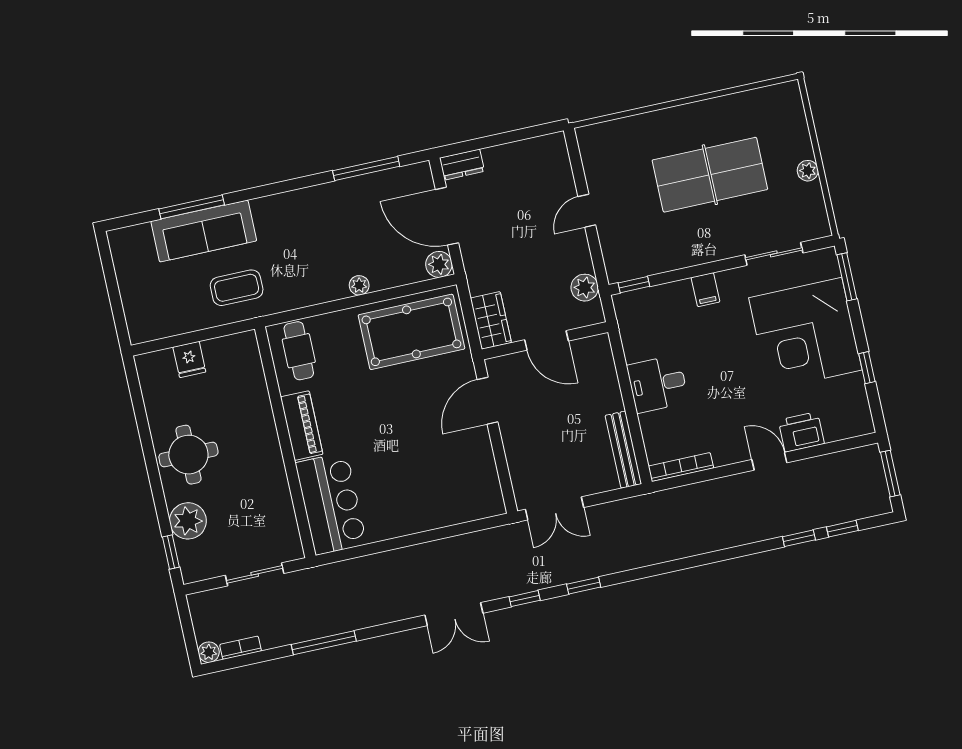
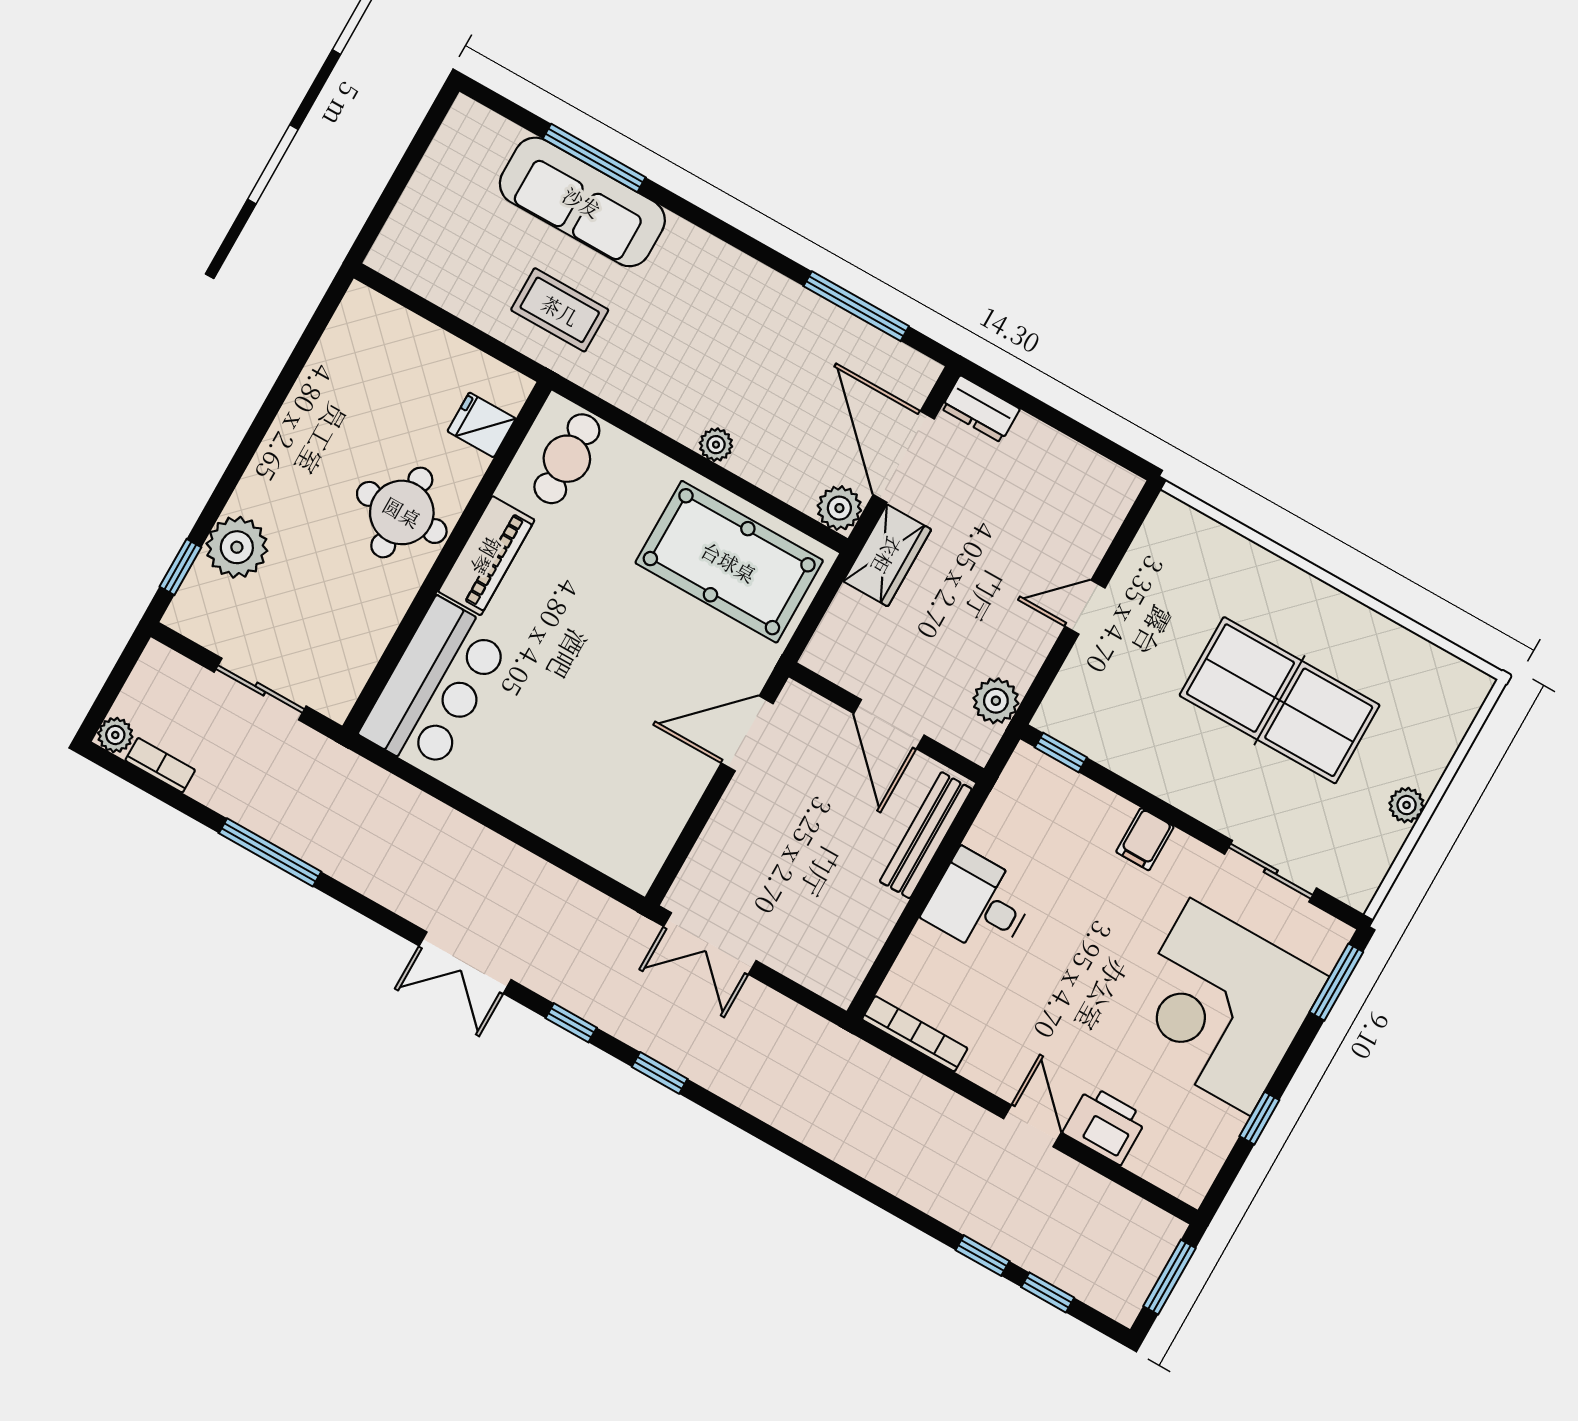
wardrobe: (491, 320) -> (887, 555), moved
fridge: (189, 359) -> (482, 425), moved, turned 90
bench: (623, 450) -> (926, 835), moved
round table: (188, 455) -> (402, 512), moved

